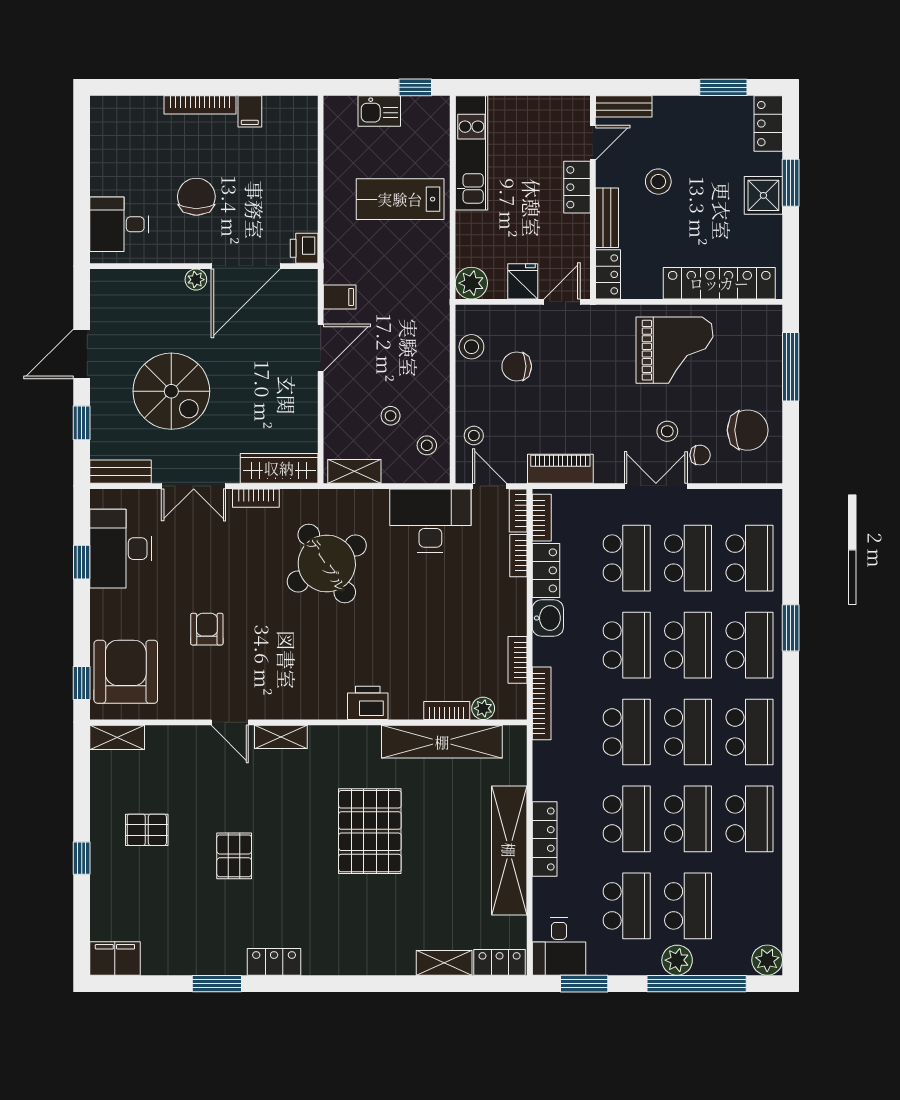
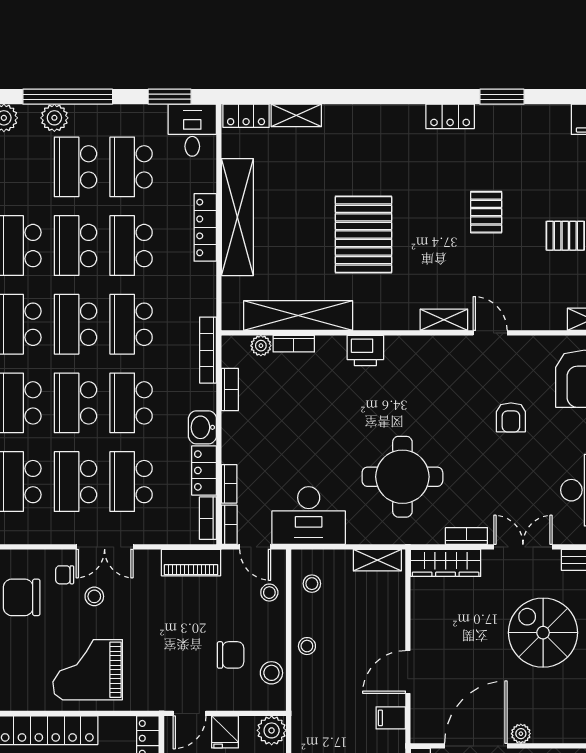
stool: (391, 416) -> (307, 646), moved
round table: (327, 564) -> (402, 477), turned 32
plant: (677, 960) -> (54, 118), moved

